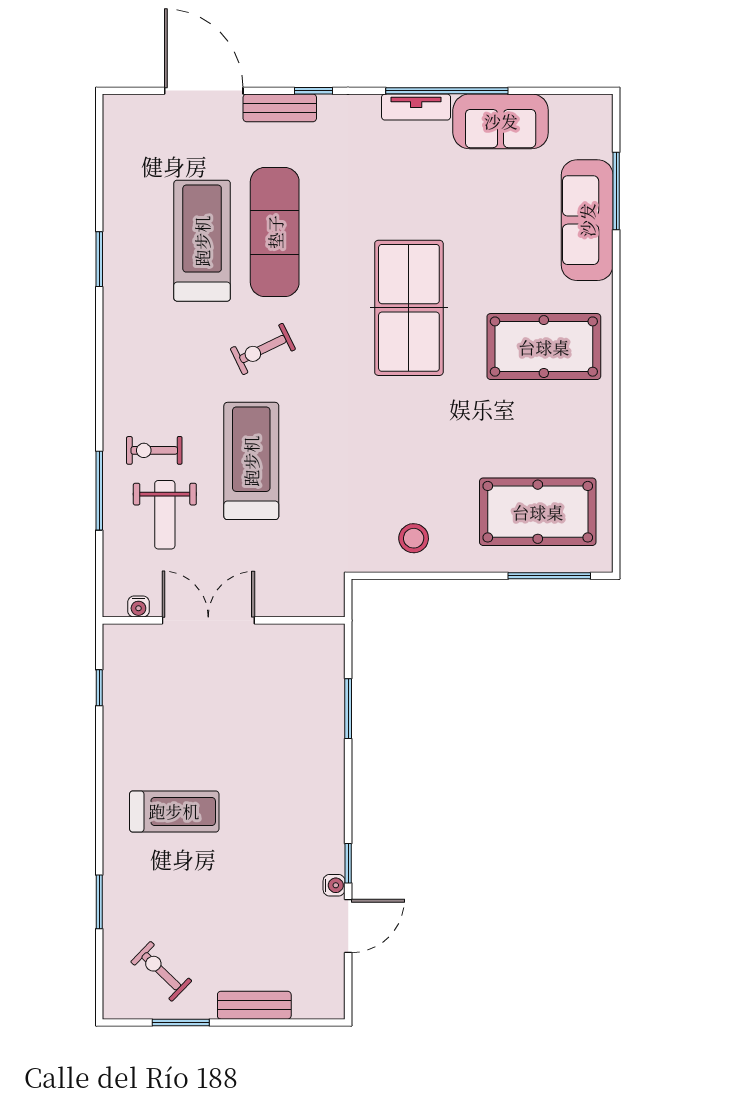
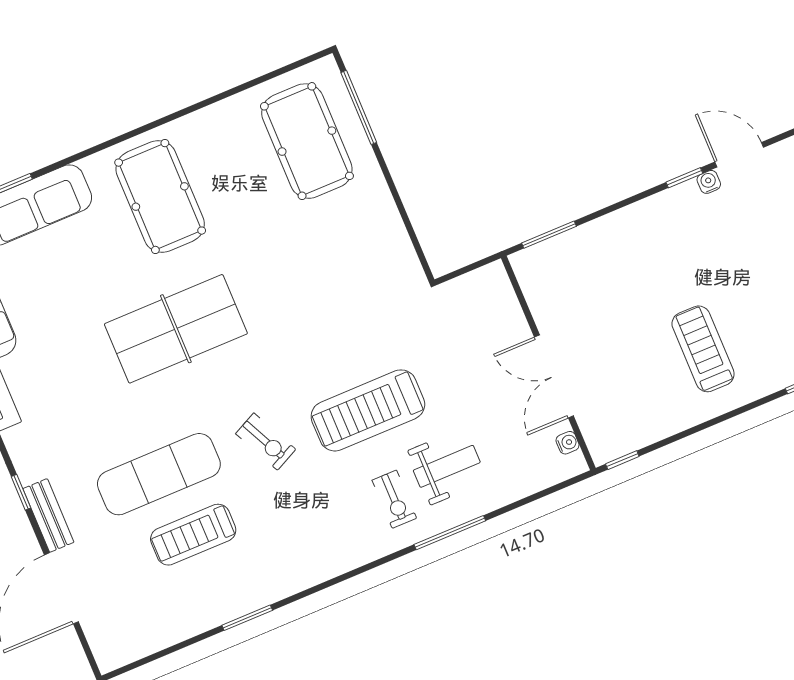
treadmill: (202, 241) -> (193, 535), width x0.73, depth x0.73
stool: (414, 538) -> (376, 240), removed
water cooler: (138, 607) -> (568, 443), moved
double door: (208, 620) -> (554, 376), moved
wall: (224, 620) -> (548, 363), moved

